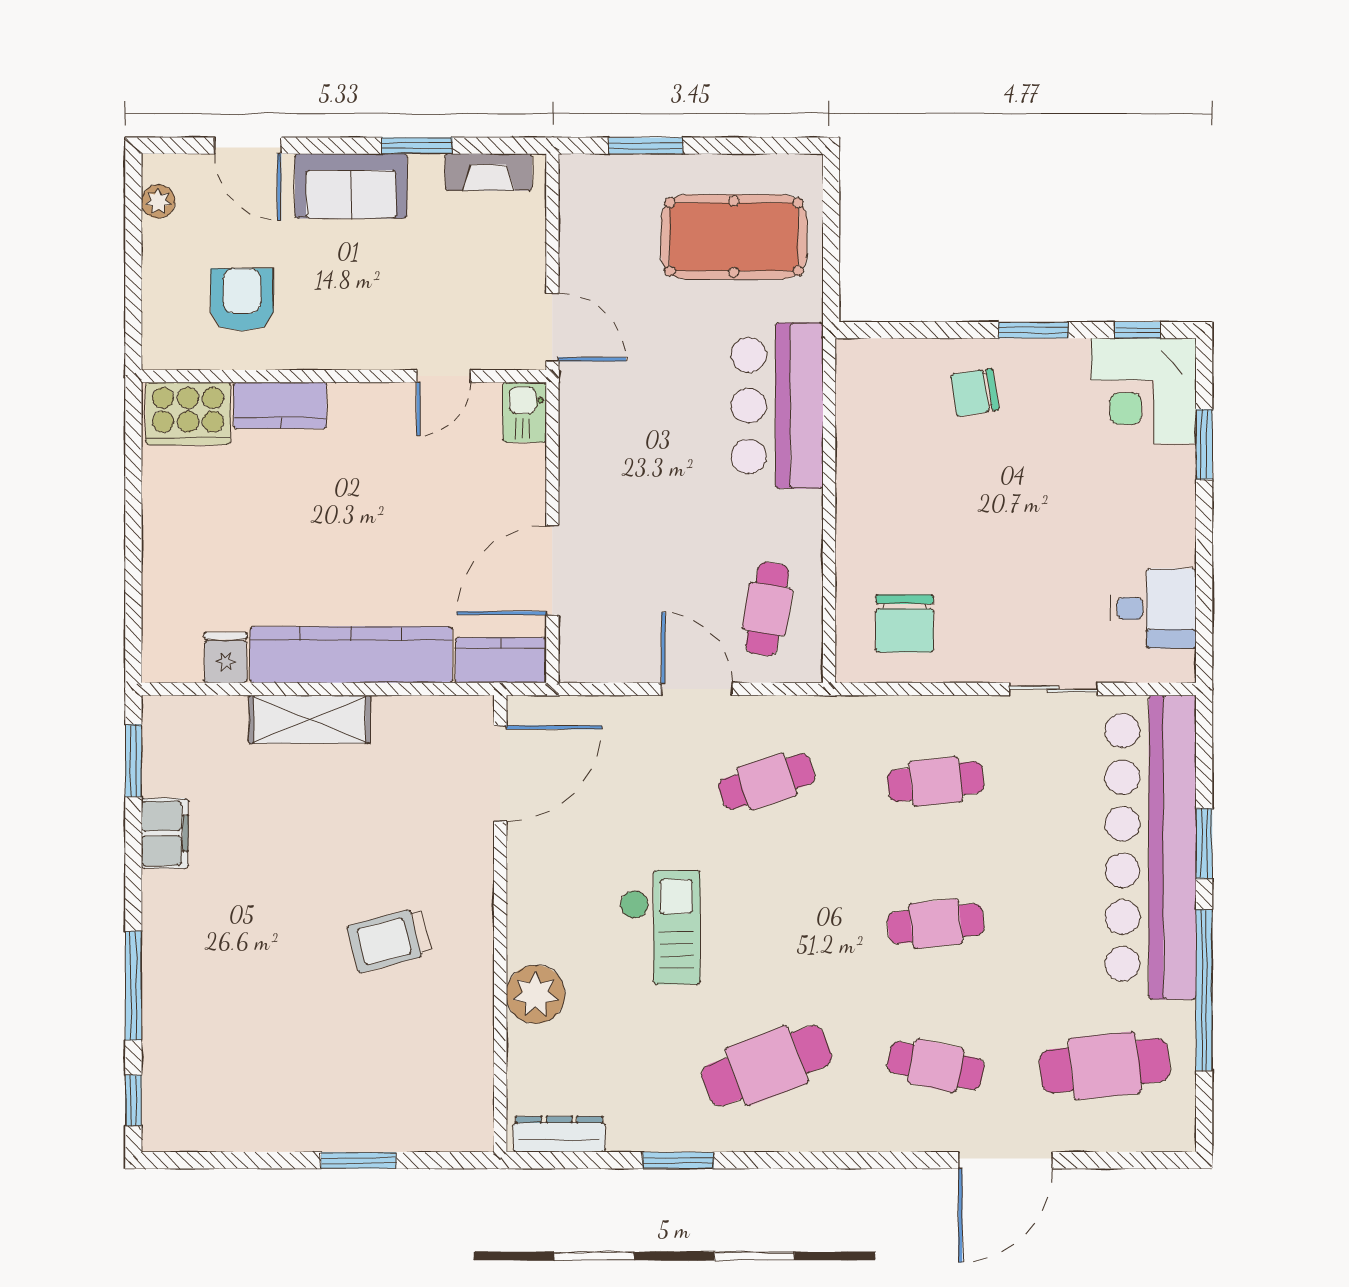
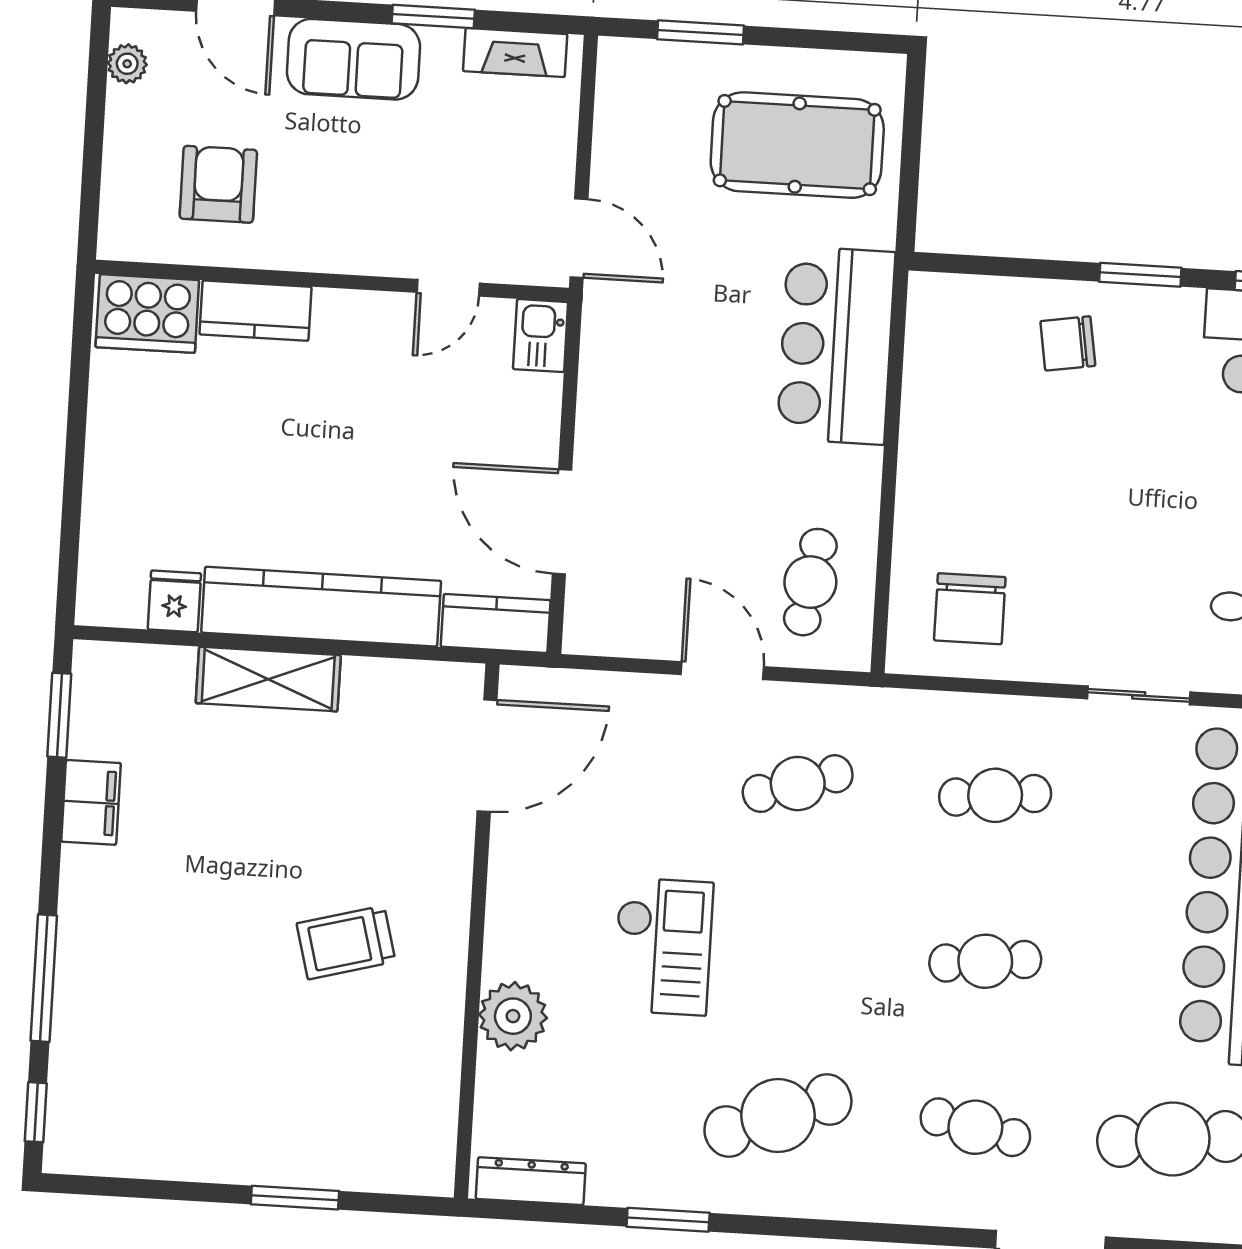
door: (552, 570) -> (562, 522), hinge flipped

